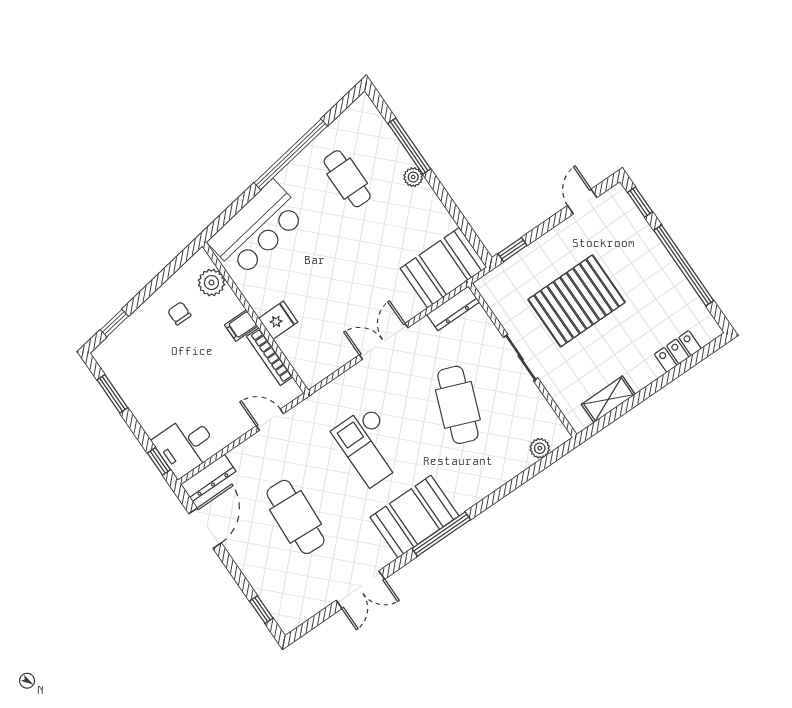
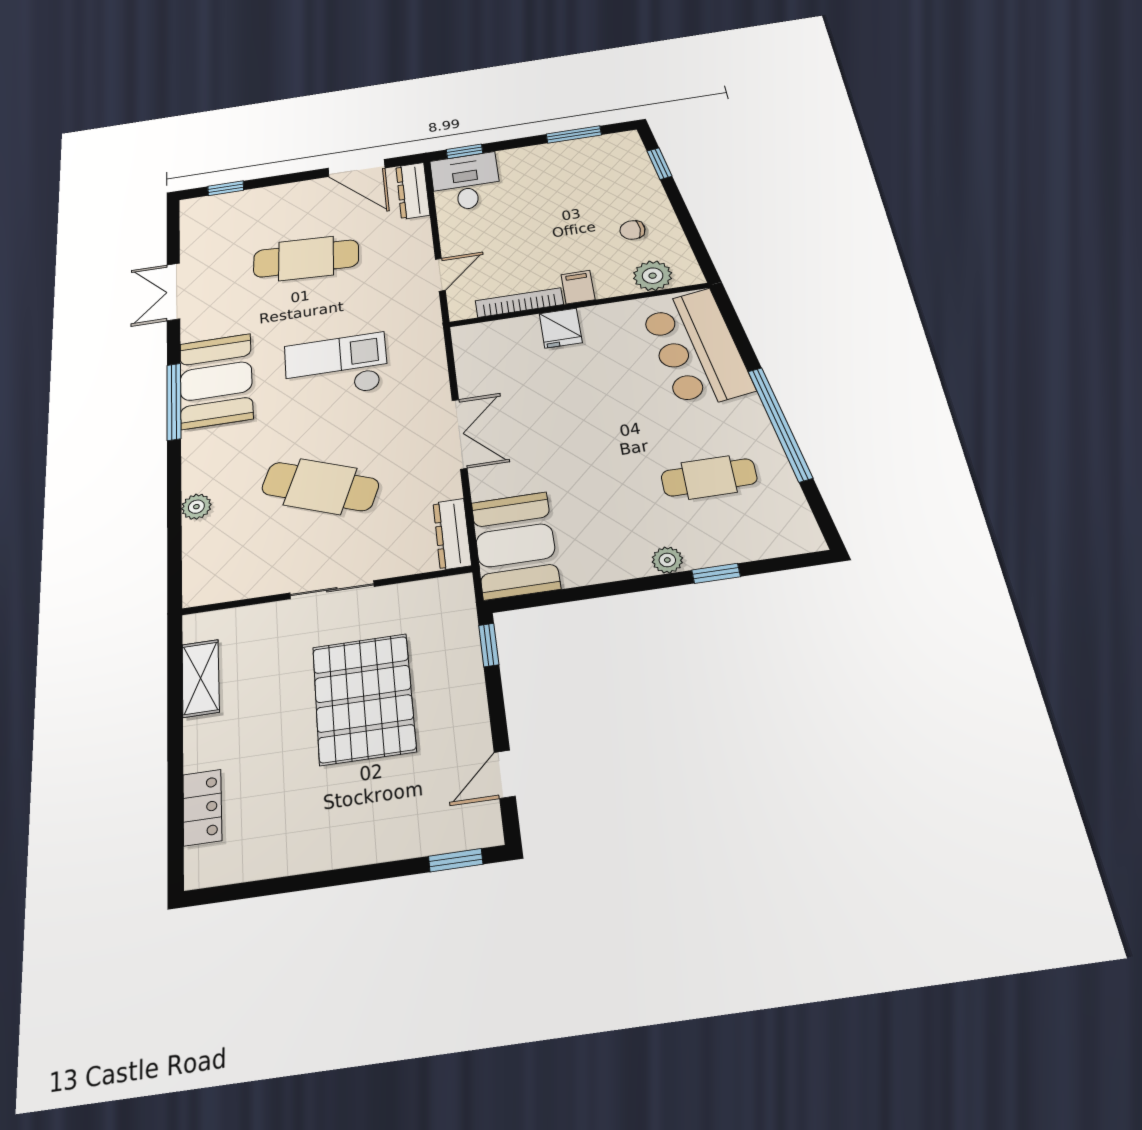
window: (409, 146) -> (716, 573), width x0.46
door: (582, 201) -> (505, 774), swing flipped
window: (684, 266) -> (321, 880), removed
chair: (179, 313) -> (632, 230), turned 180
plant: (540, 448) -> (196, 507), moved

